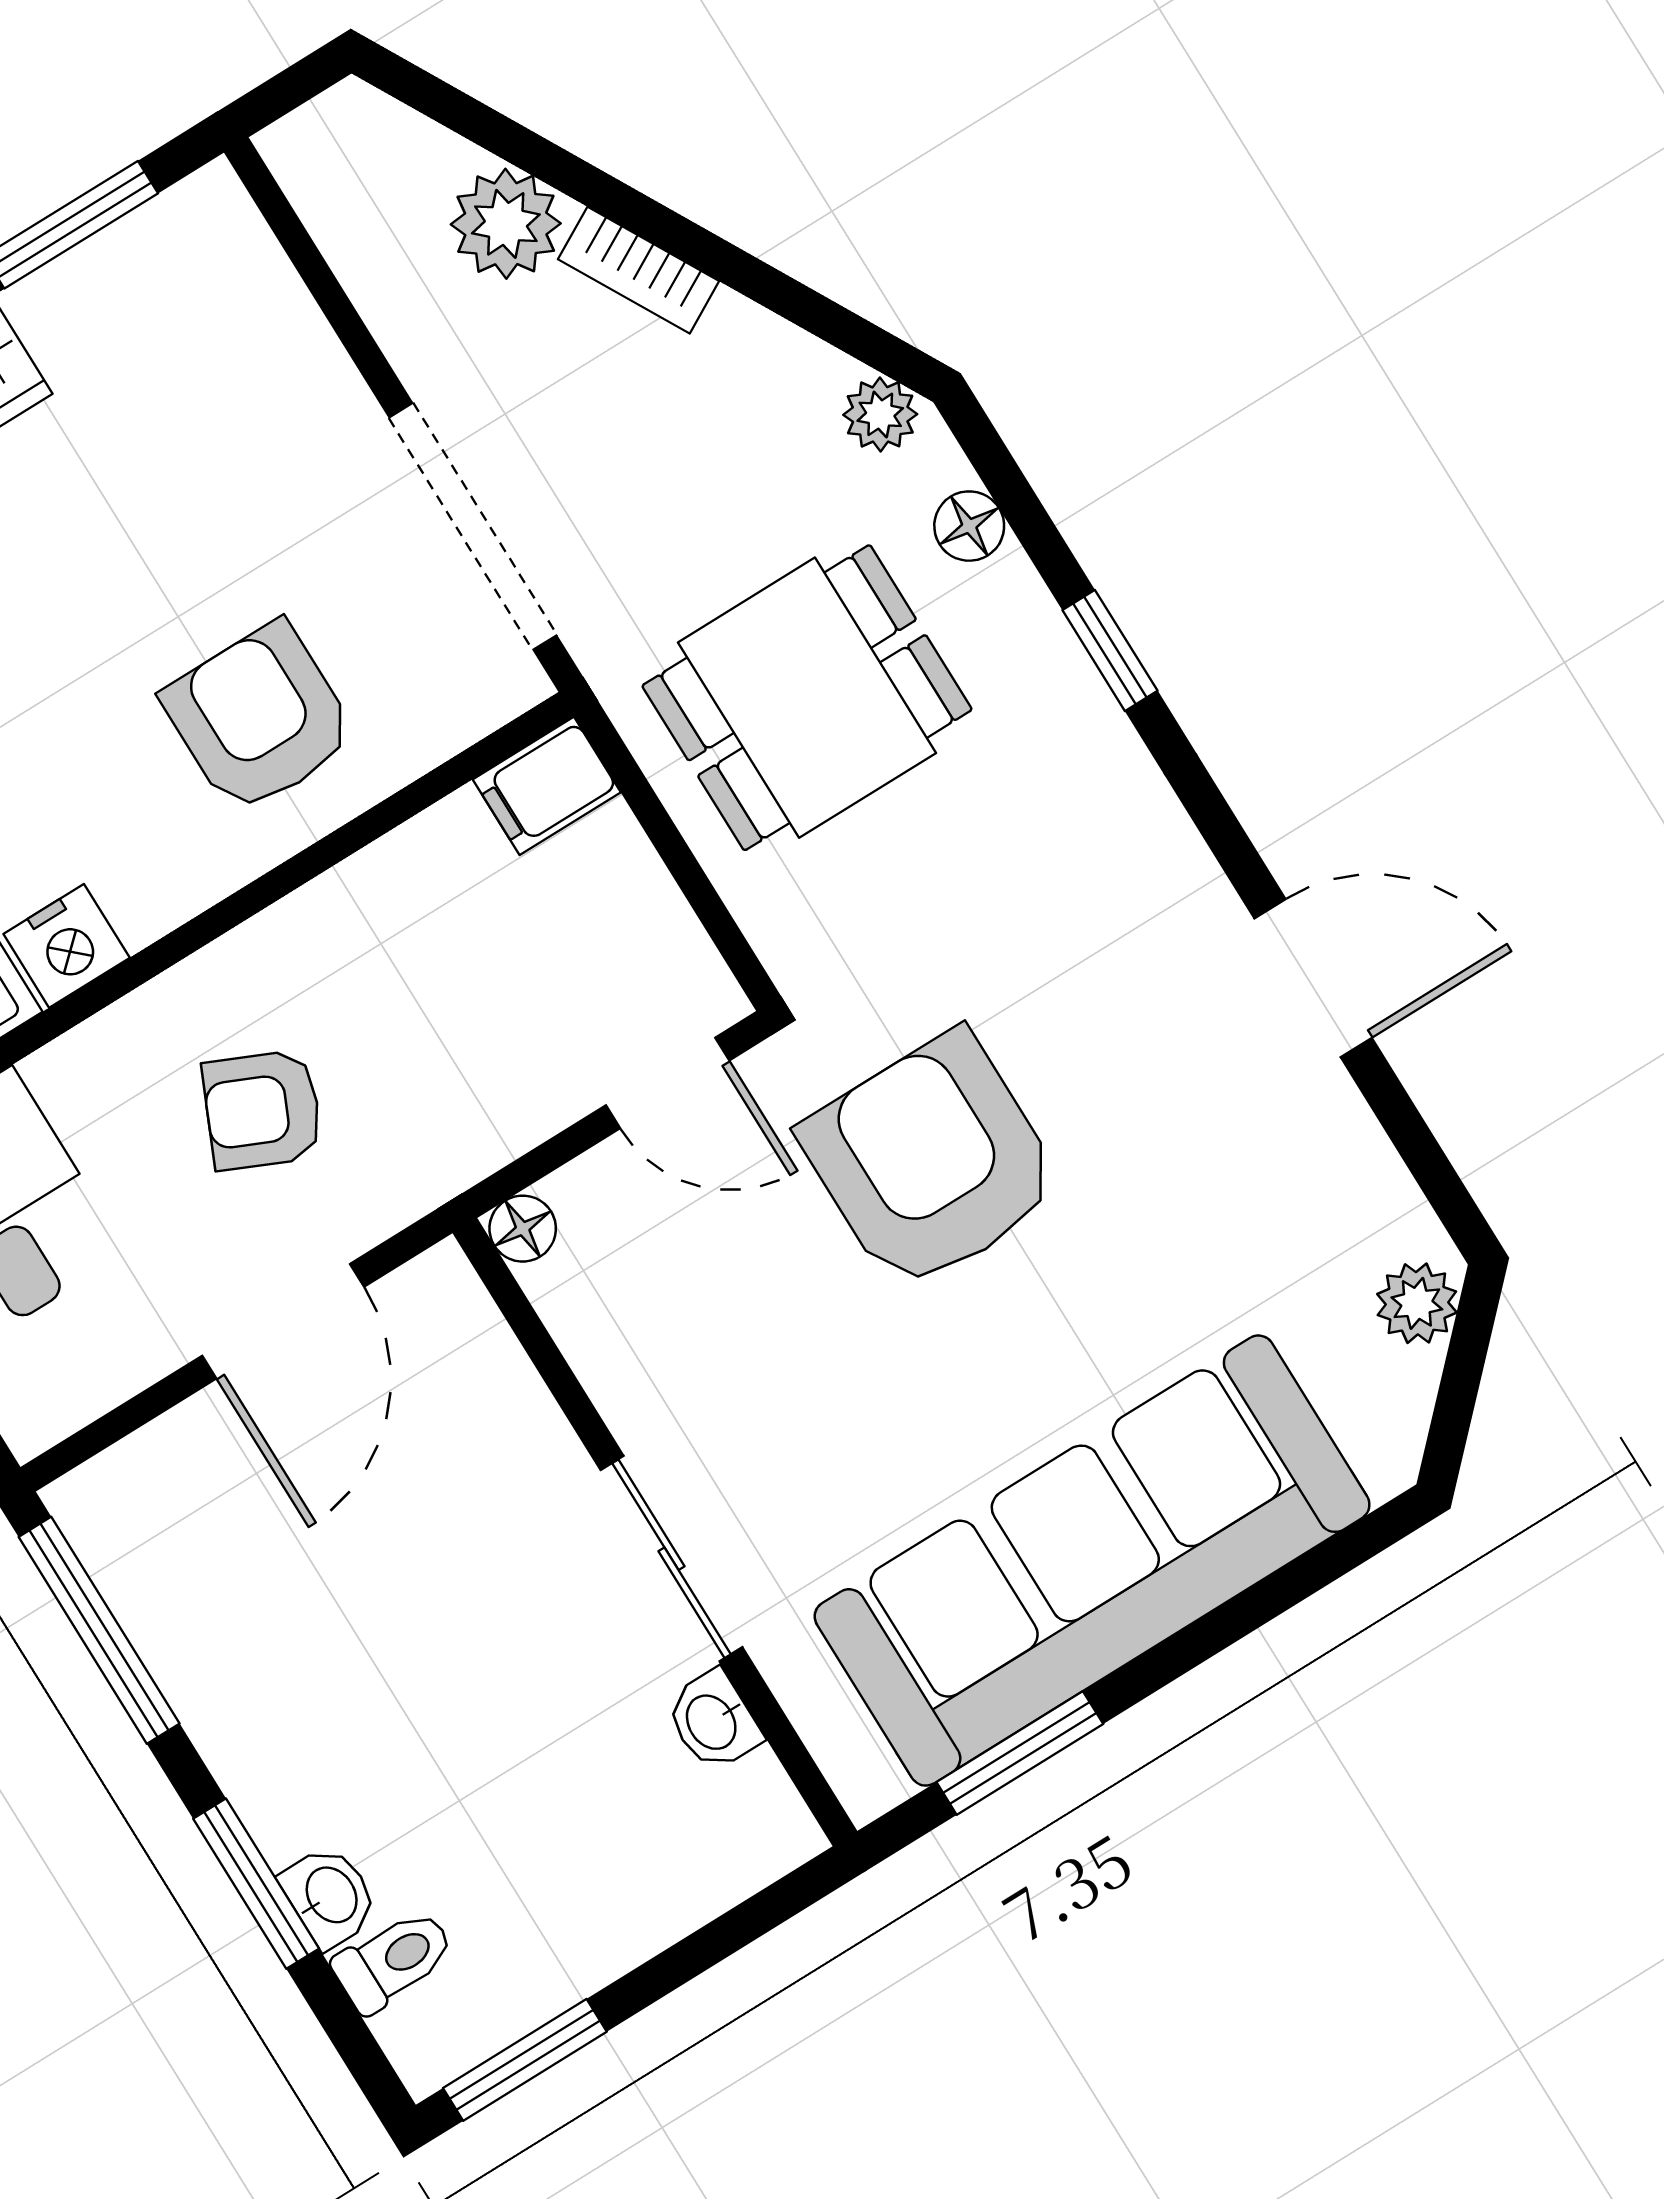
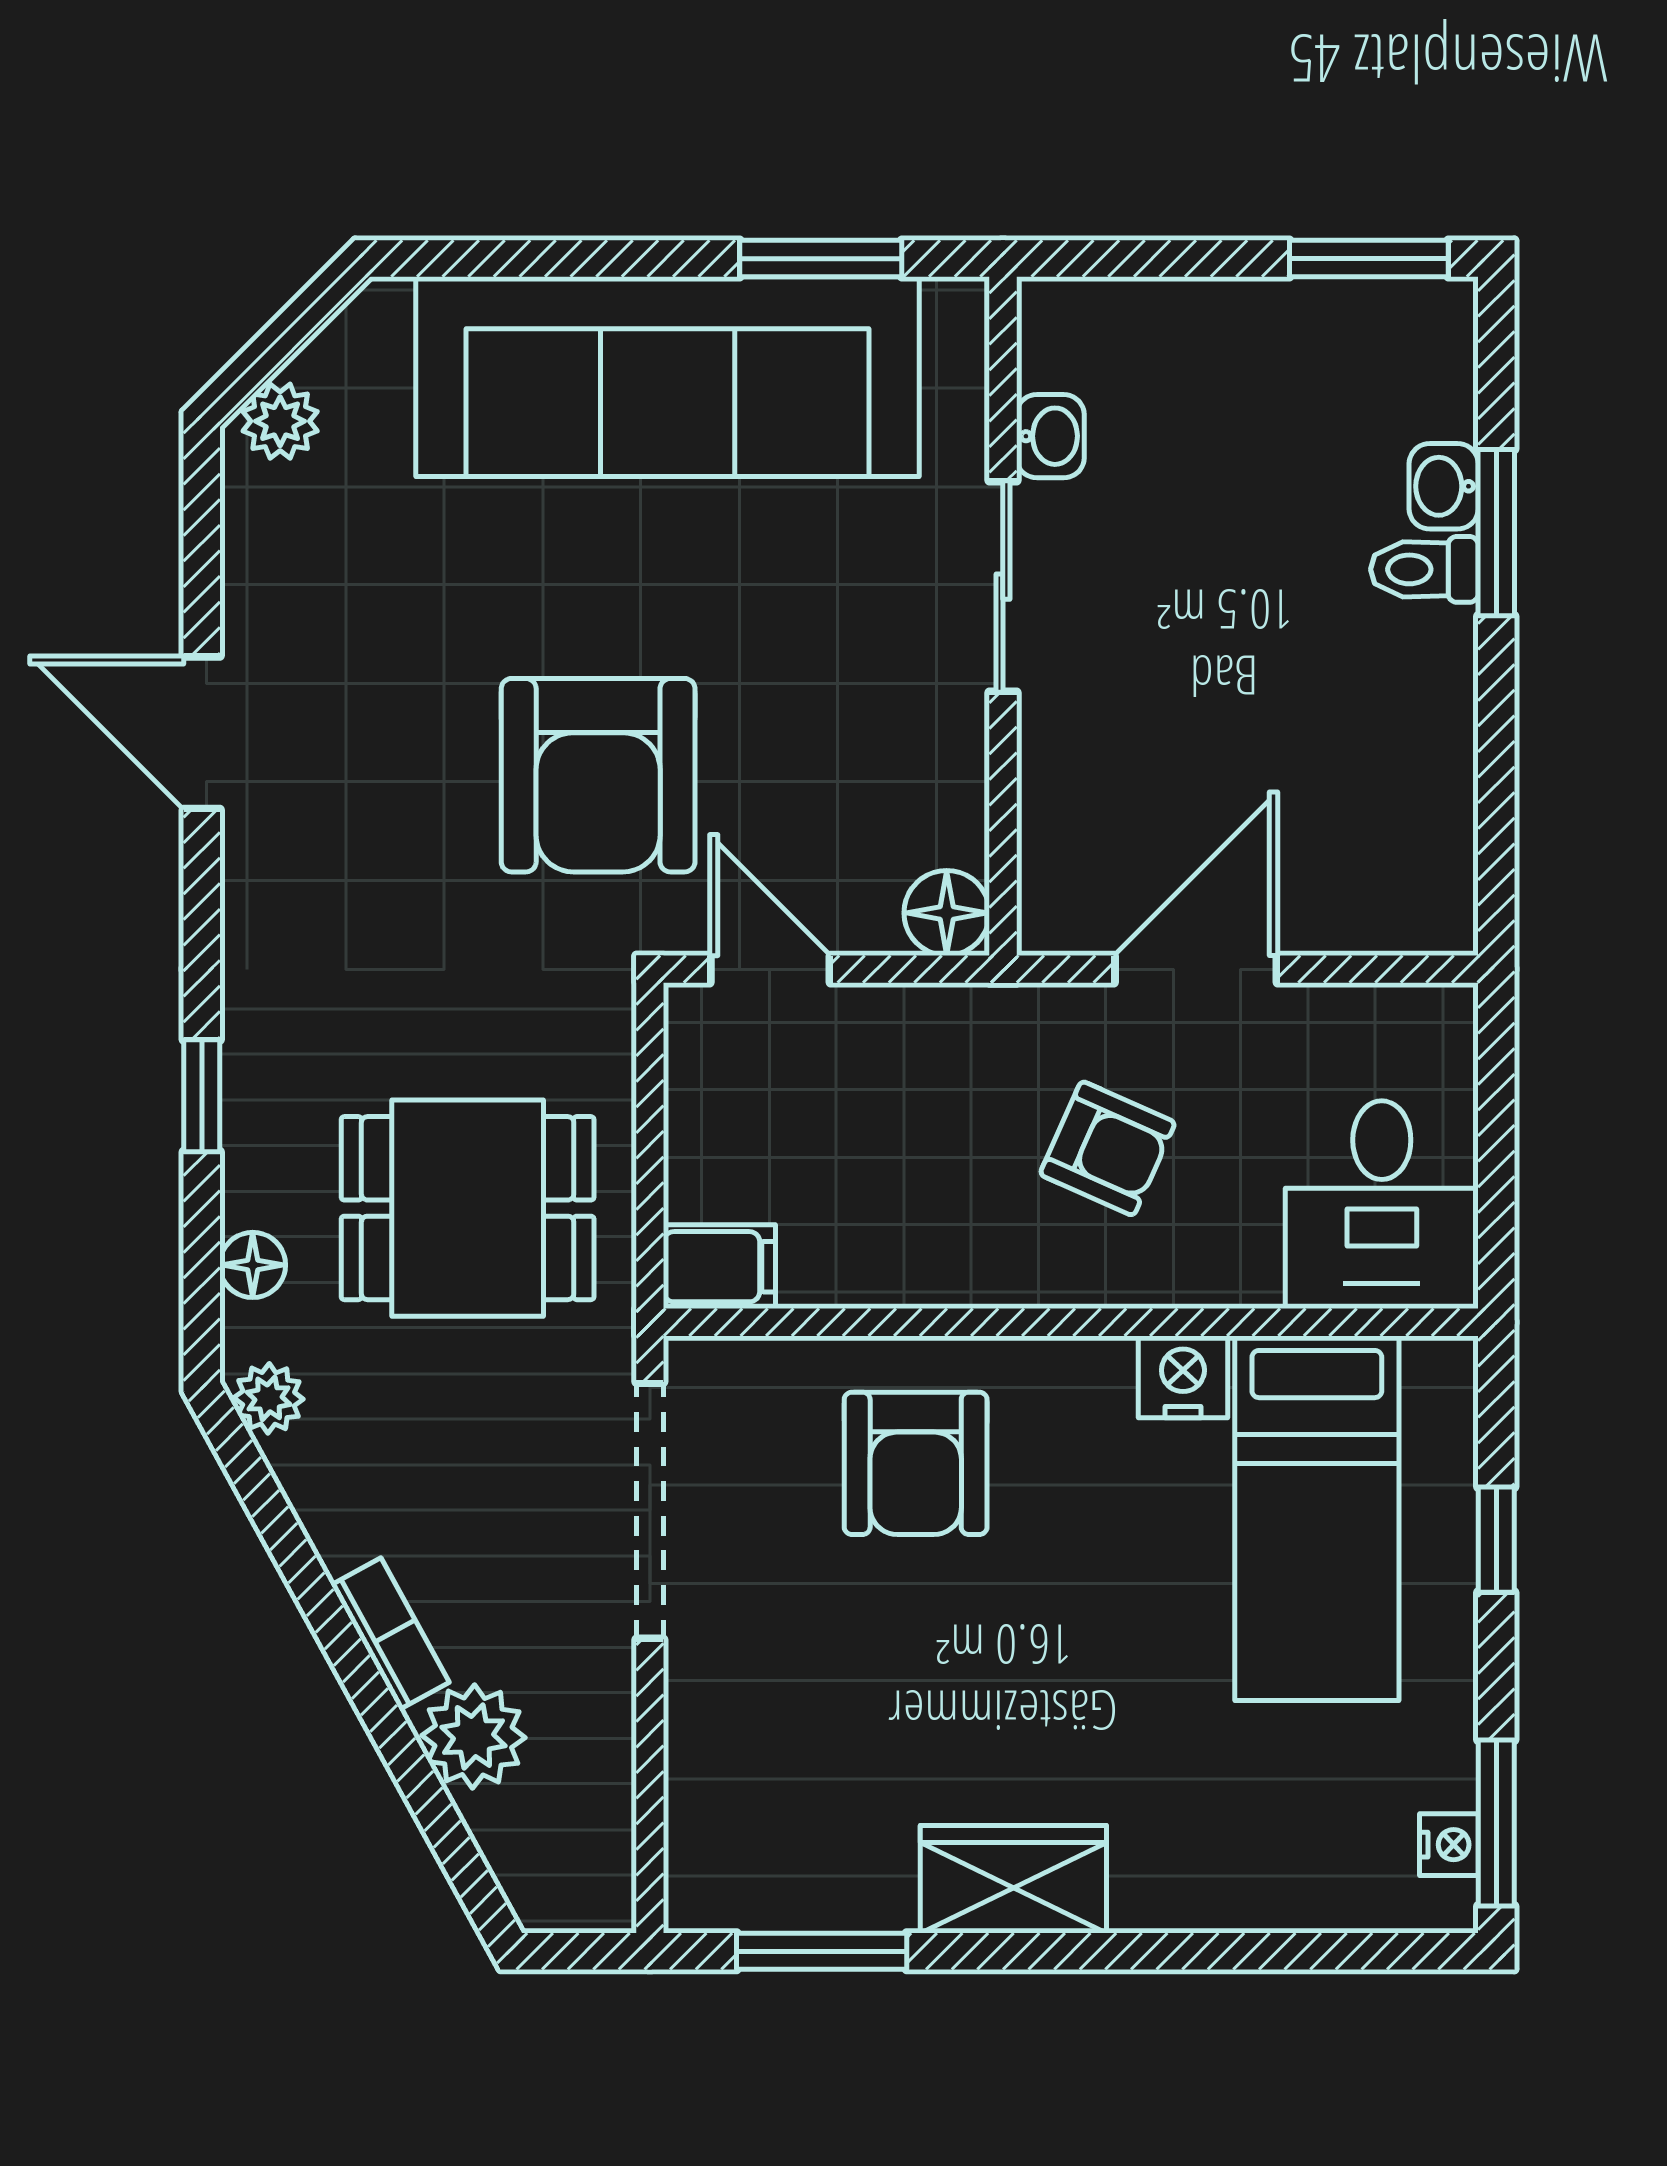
floor lamp: (523, 1229) -> (947, 913), width x1.37, depth x1.37
window: (99, 1630) -> (1496, 813), removed
toilet: (394, 1960) -> (1424, 569), moved

